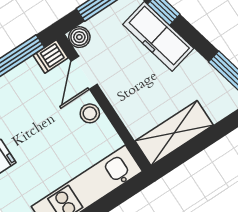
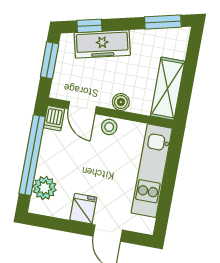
boiler: (79, 37) -> (121, 102), moved

